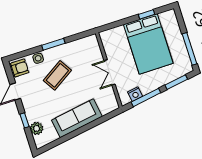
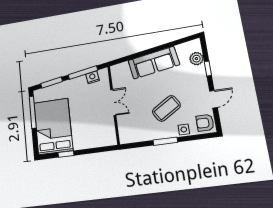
bed: (148, 44) -> (53, 126), moved

